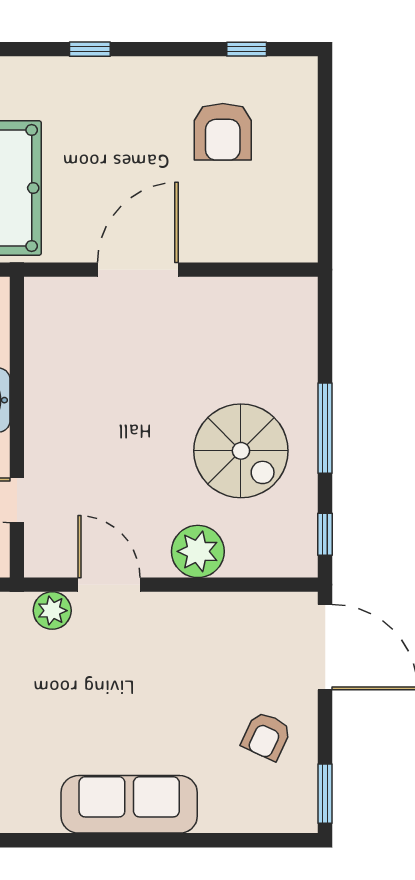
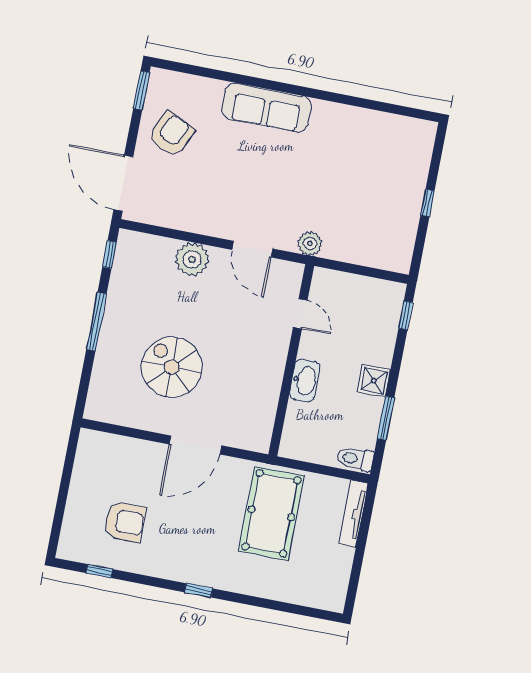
armchair: (223, 132) -> (125, 522), turned 90
spiral stairs: (241, 451) -> (172, 367), moved
plant: (52, 611) -> (310, 243), moved
armchair: (266, 736) -> (171, 134), width x1.38, depth x1.38

